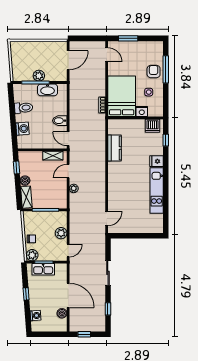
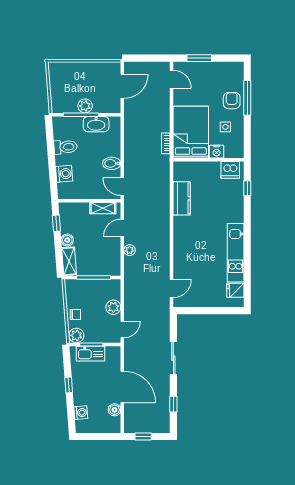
fridge: (156, 161) -> (235, 290), moved

